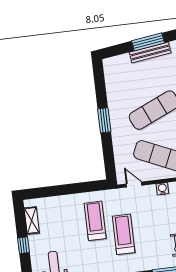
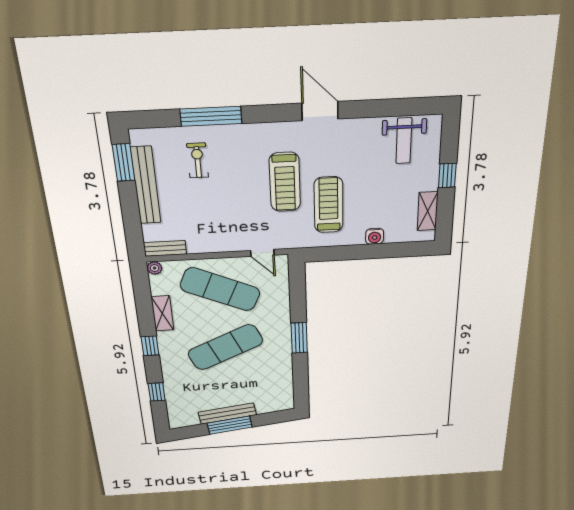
water cooler: (162, 189) -> (375, 236), moved
treadmill: (95, 221) -> (329, 205), turned 180

